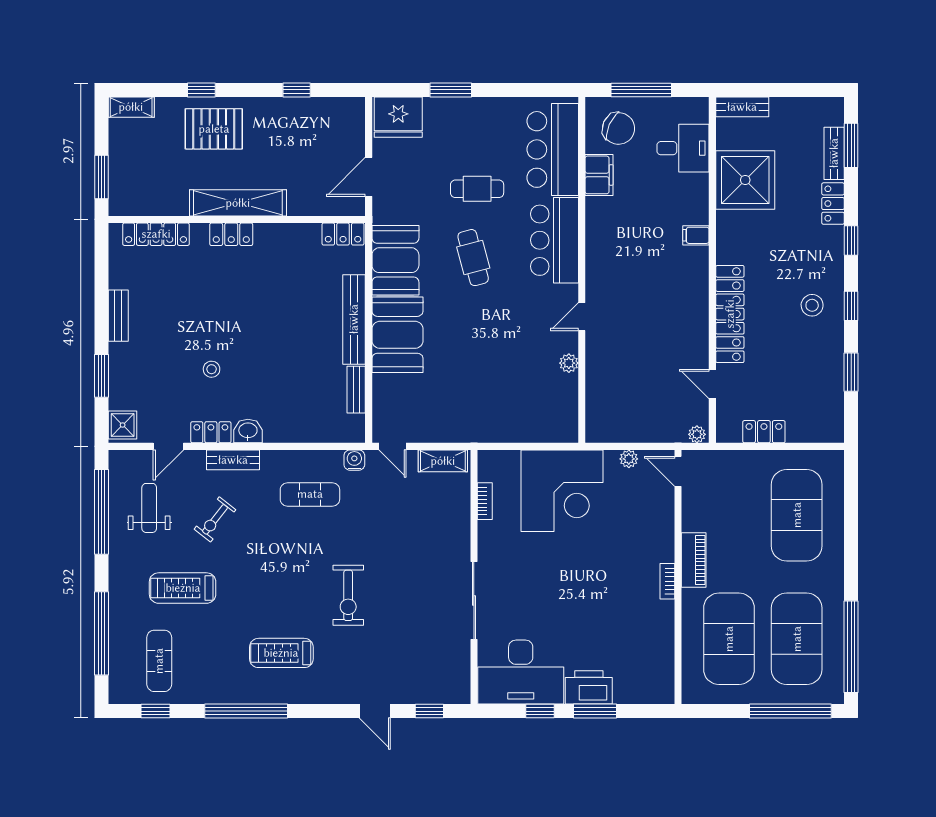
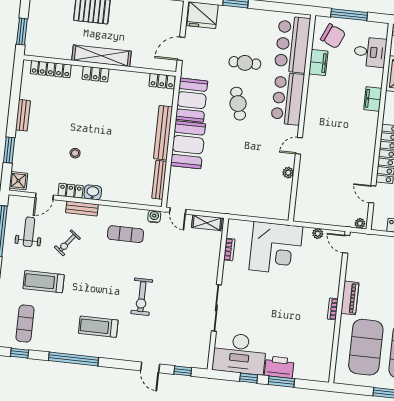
filing cabinet: (696, 235) -> (373, 99), width x2.00
bench: (356, 390) -> (159, 180), width x1.36

